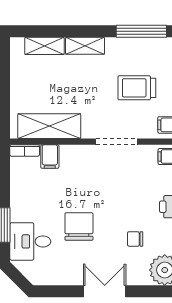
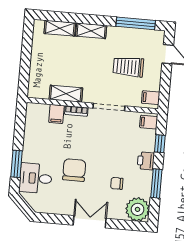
shelving: (49, 126) -> (66, 94), width x0.67, depth x0.75
bookcase: (25, 150) -> (76, 111), moved

